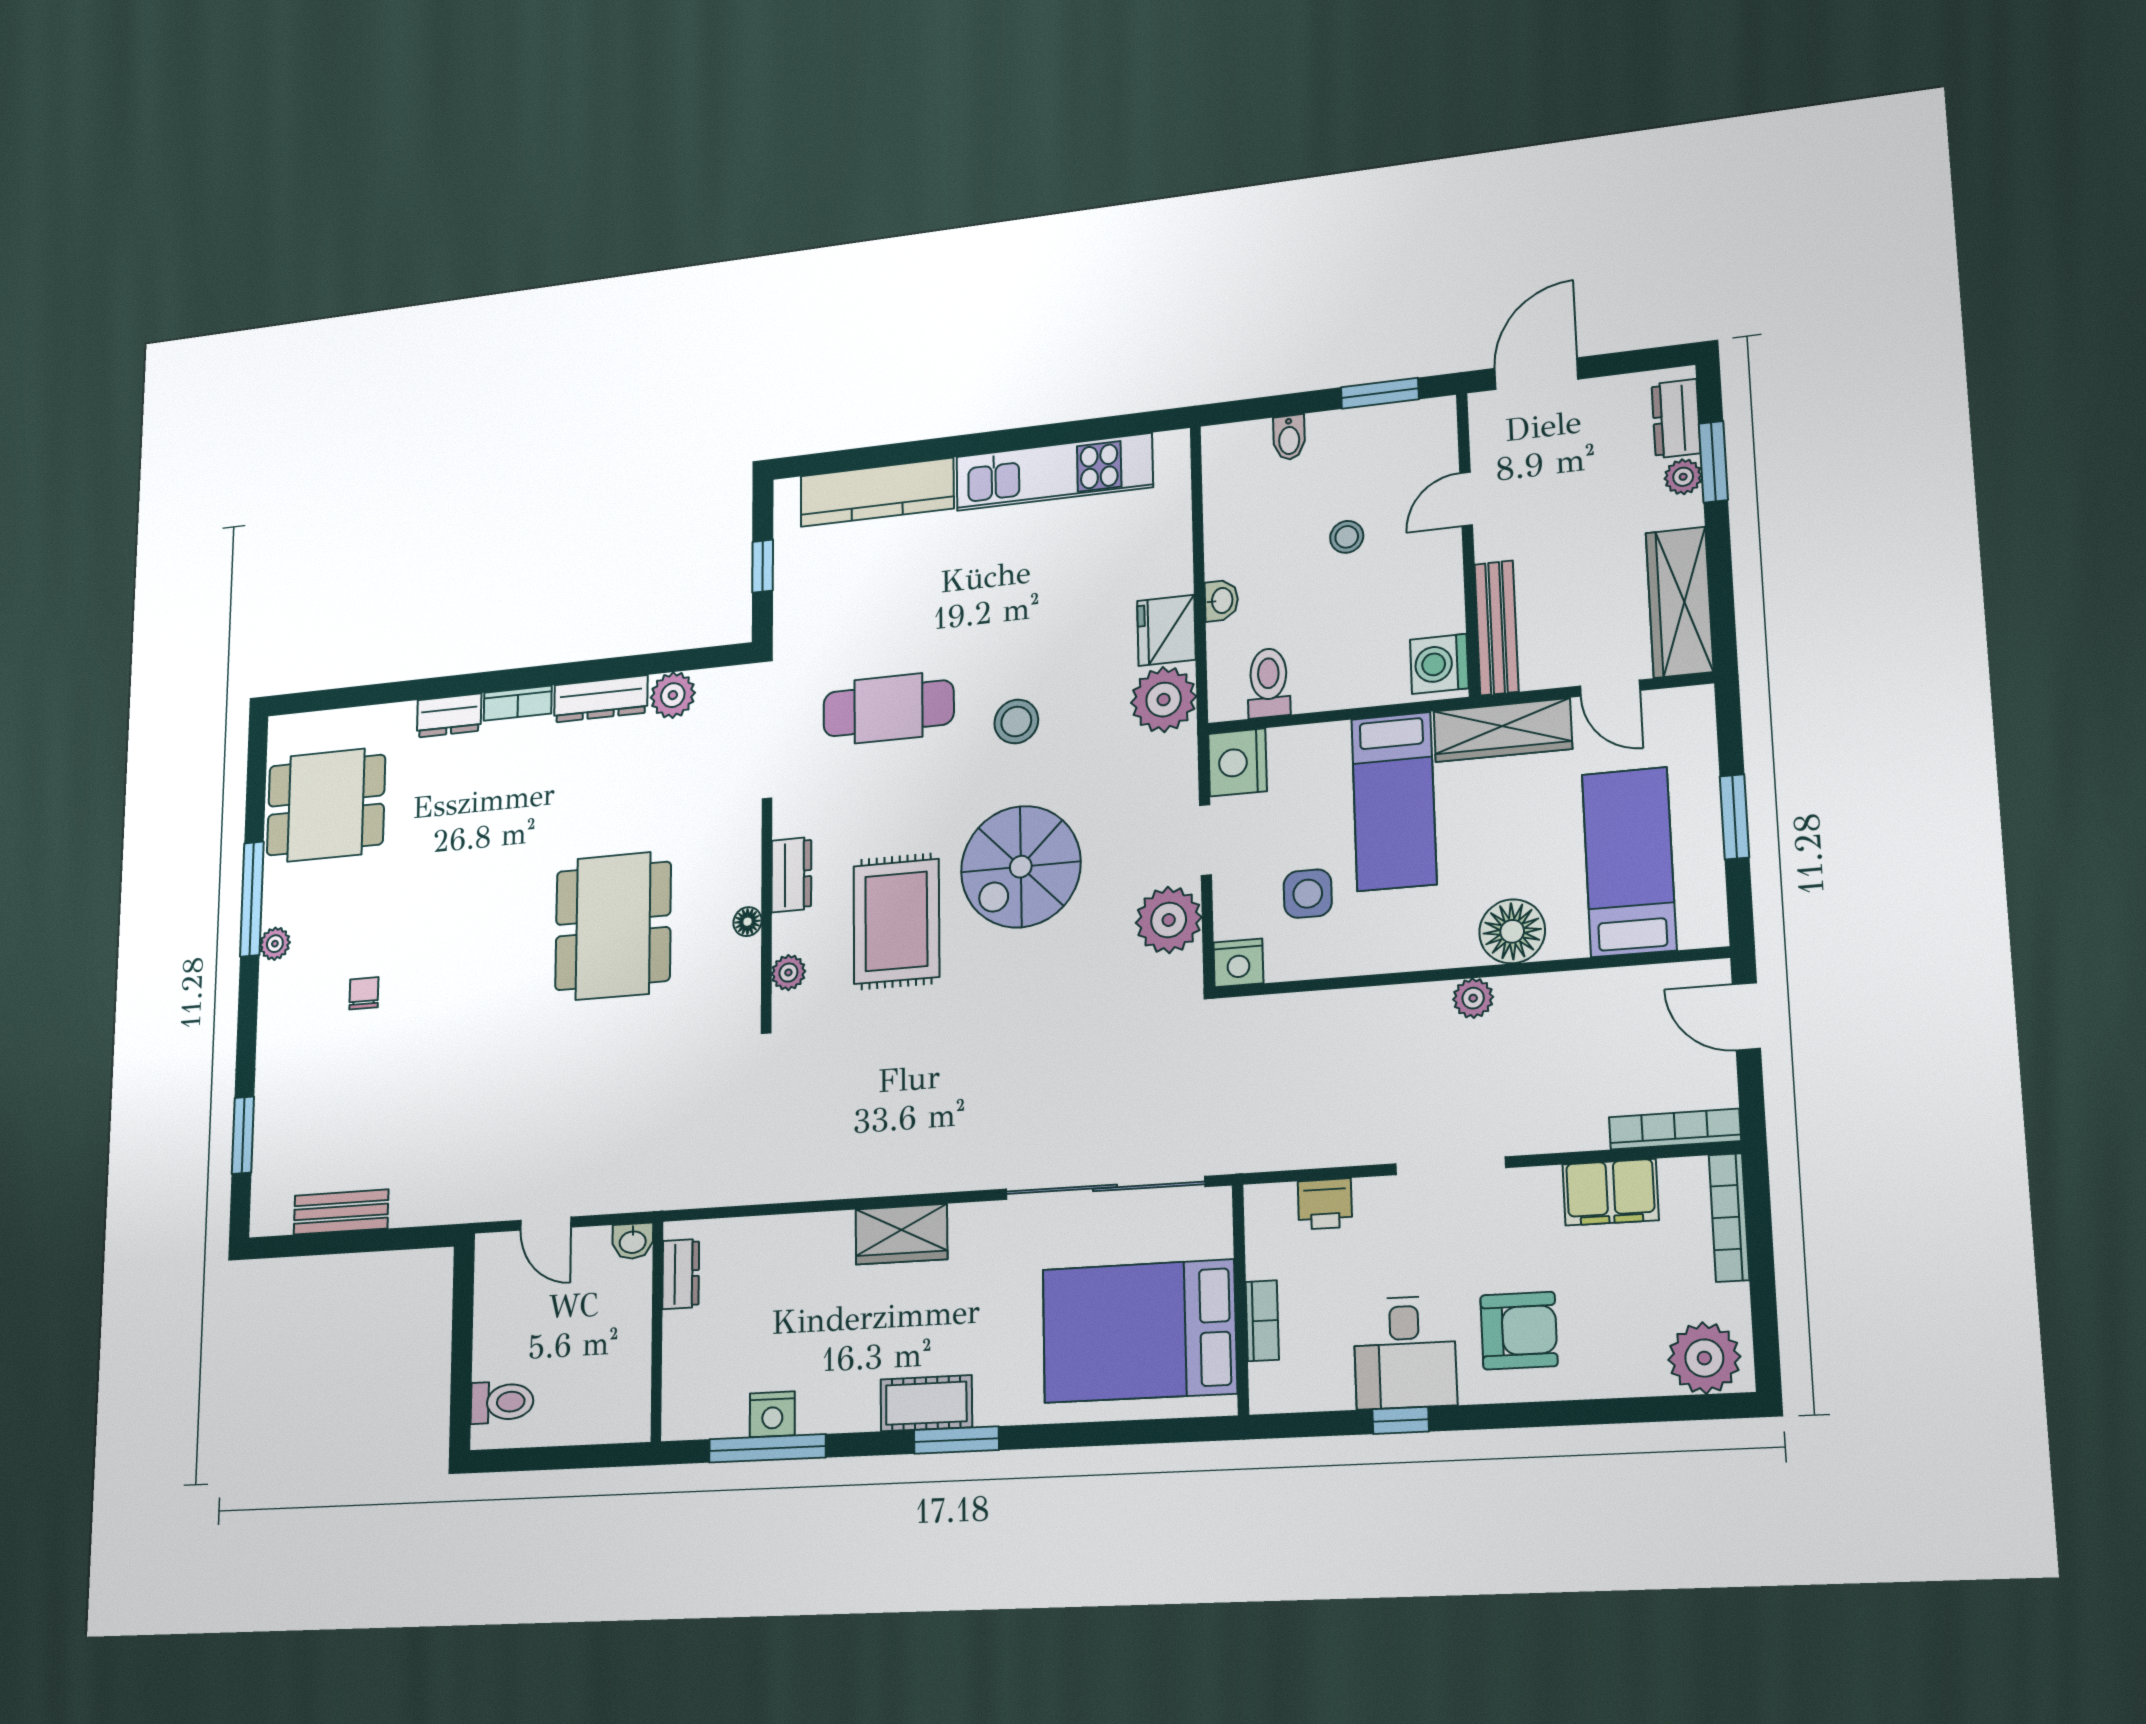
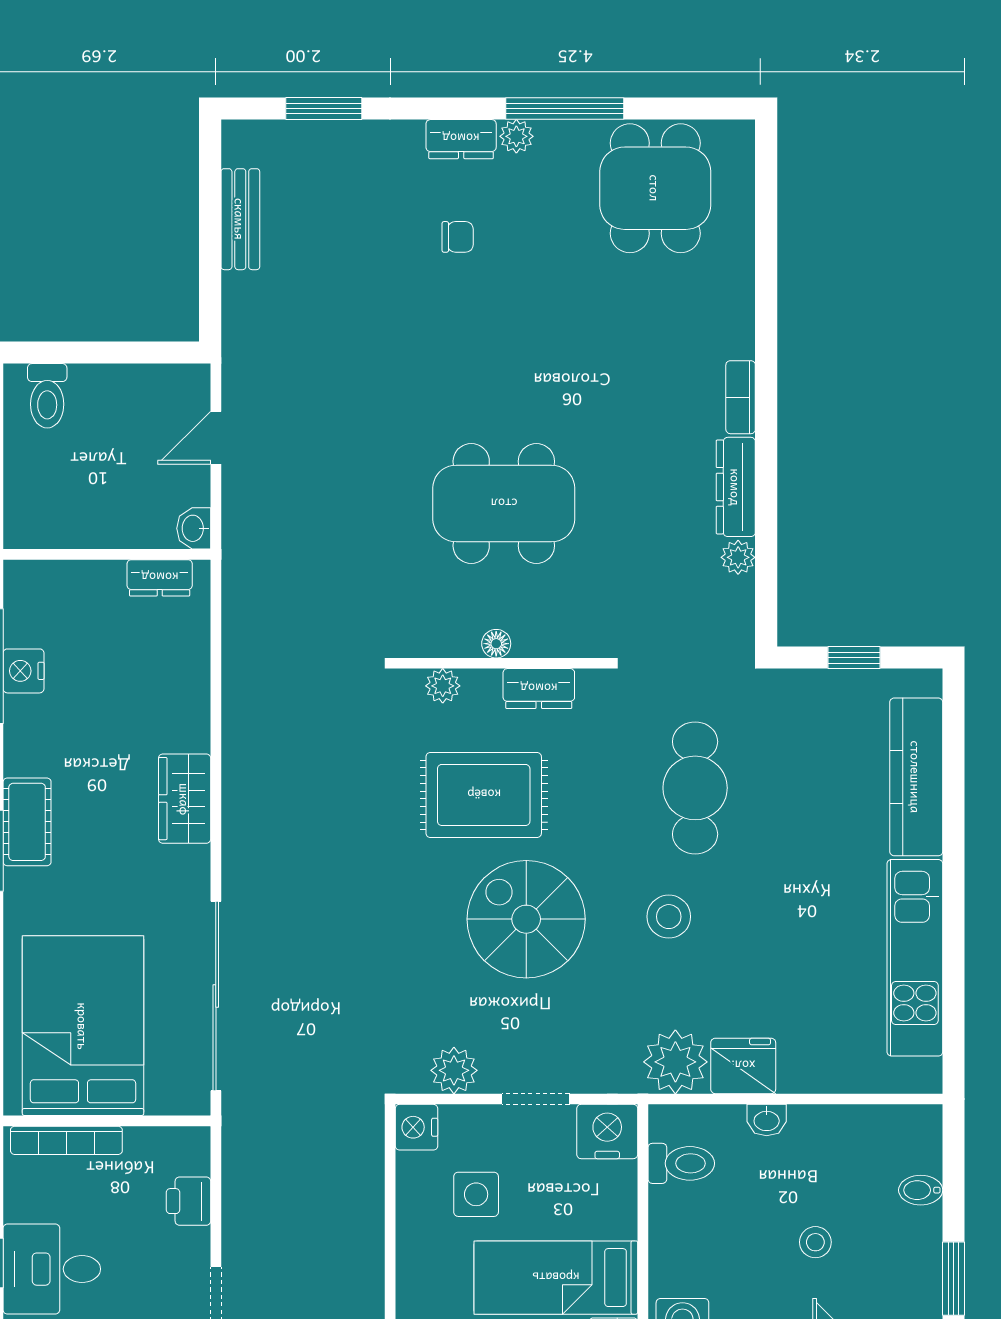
plant: (673, 695) -> (738, 557), width x0.73, depth x0.73
dresser: (449, 715) -> (461, 139), moved, turned -90
plant: (1169, 920) -> (454, 1070), width x0.73, depth x0.73
bookcase: (1262, 1321) -> (66, 1140), width x1.56

